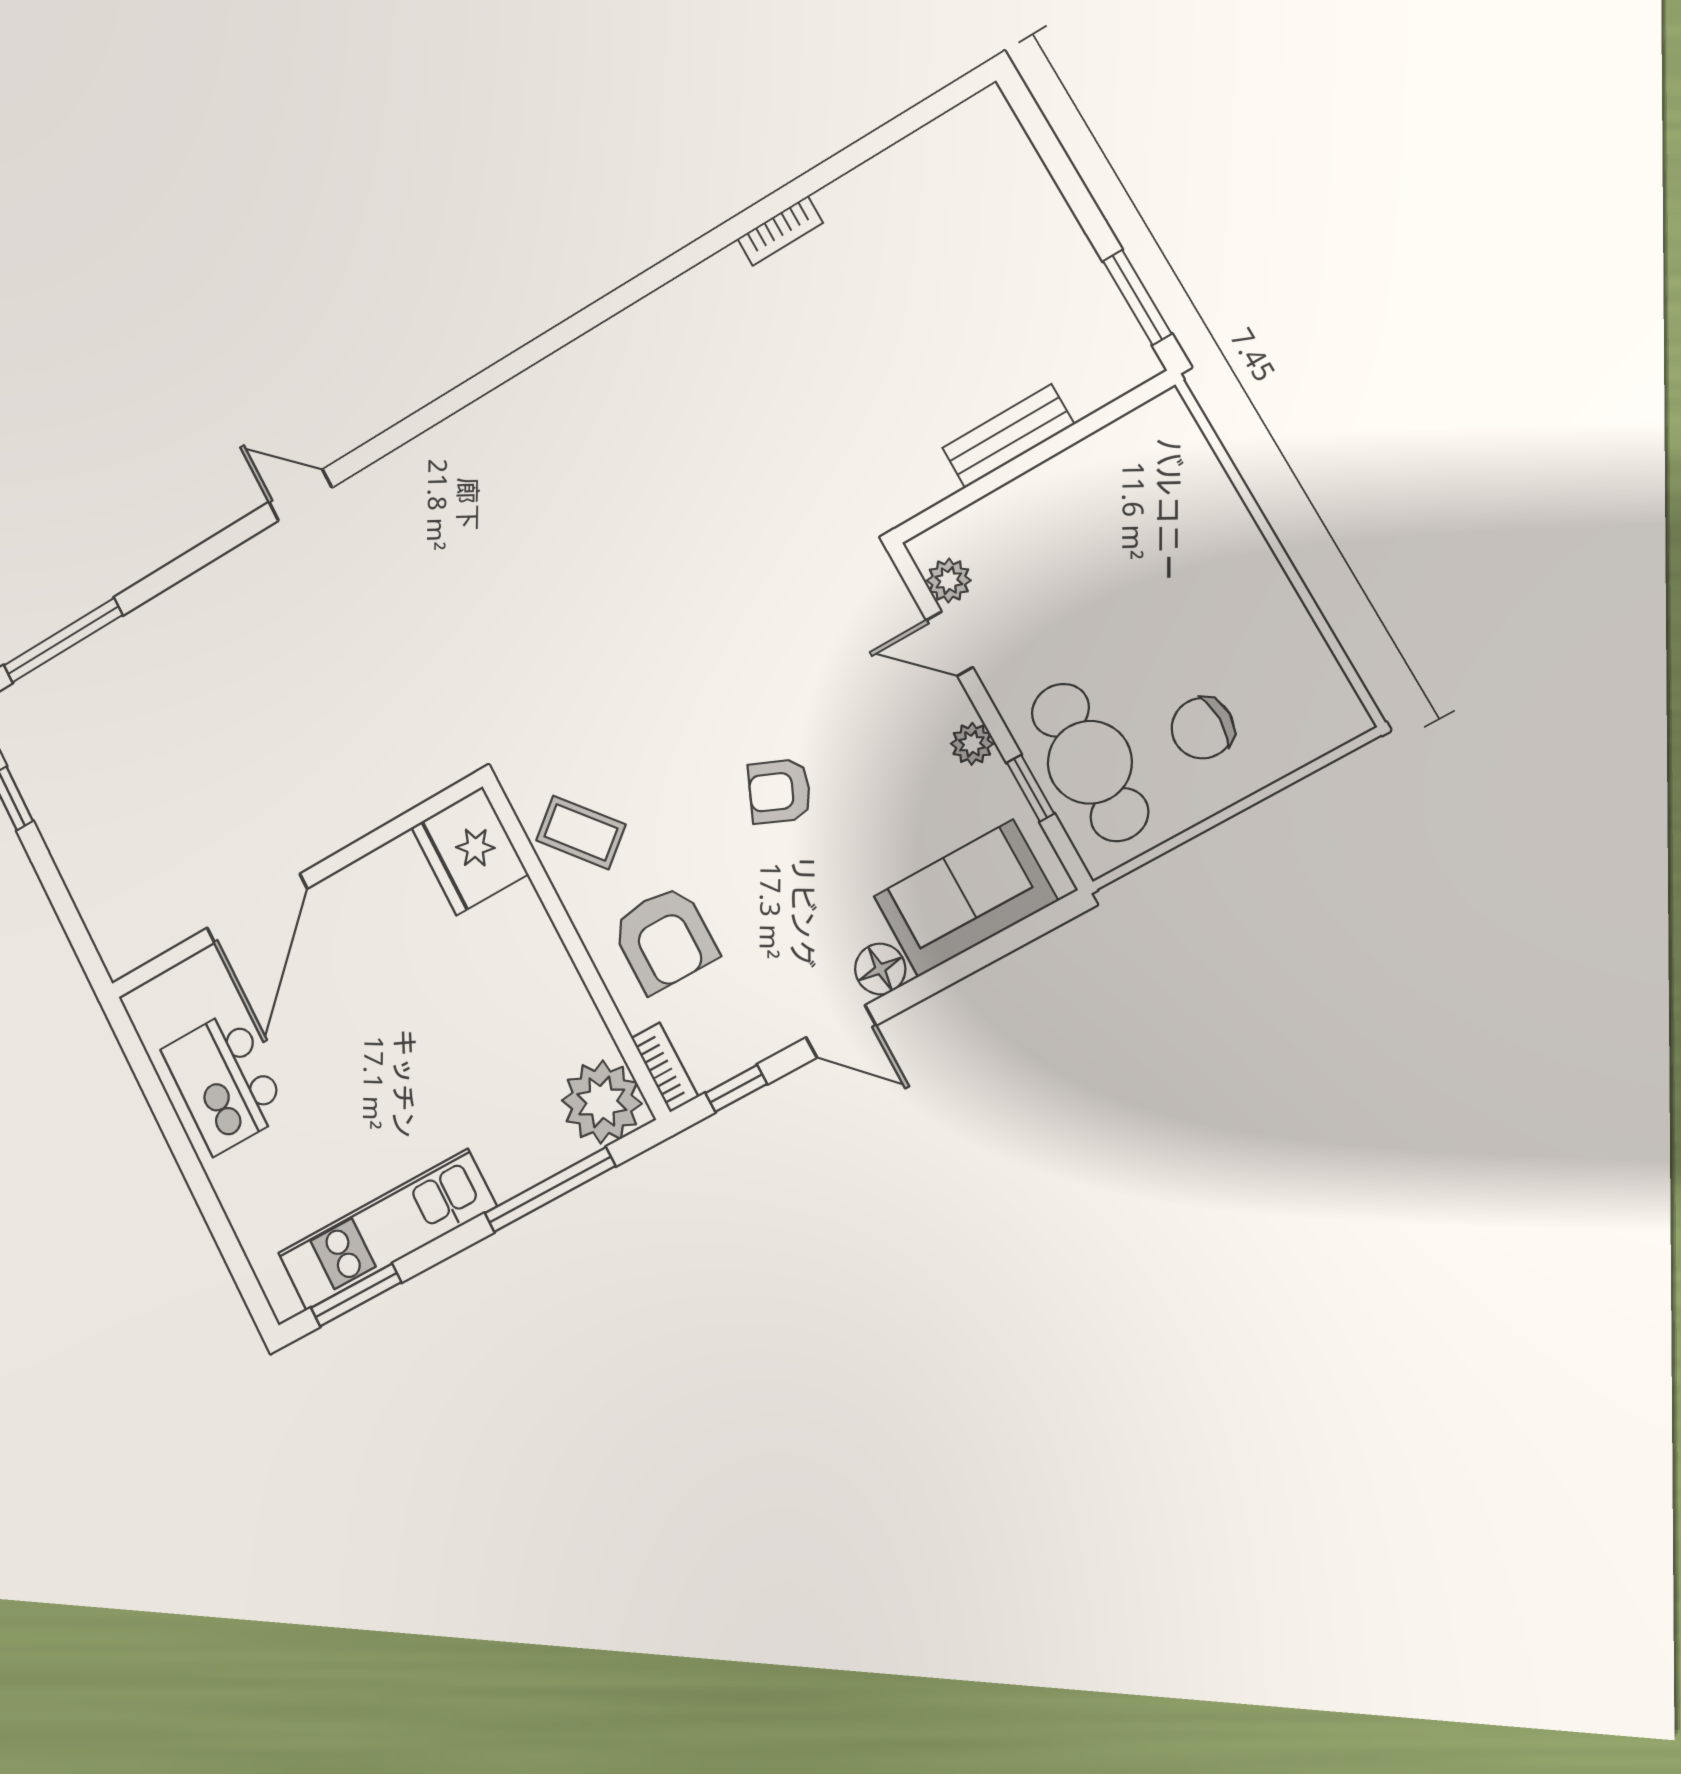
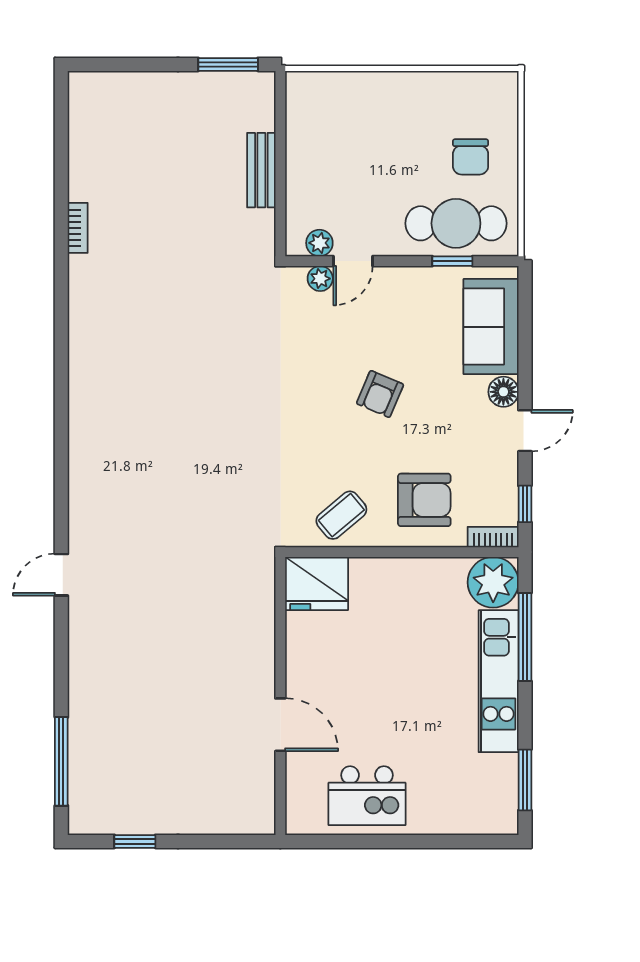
plant: (972, 744) -> (320, 279), moved
door: (257, 908) -> (280, 725), width x0.73
kitchen unit: (387, 1230) -> (499, 681), moved

